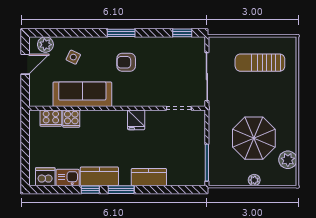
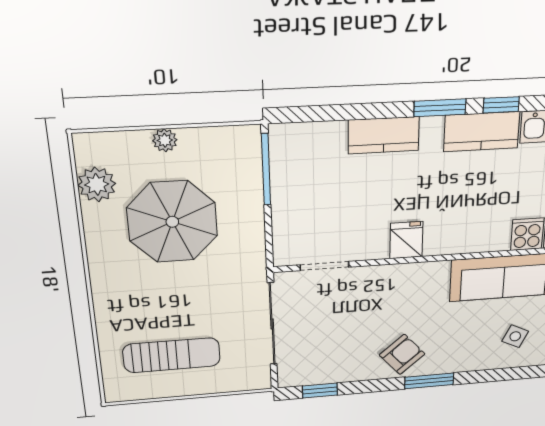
armchair: (126, 62) -> (402, 354), moved, turned -41

